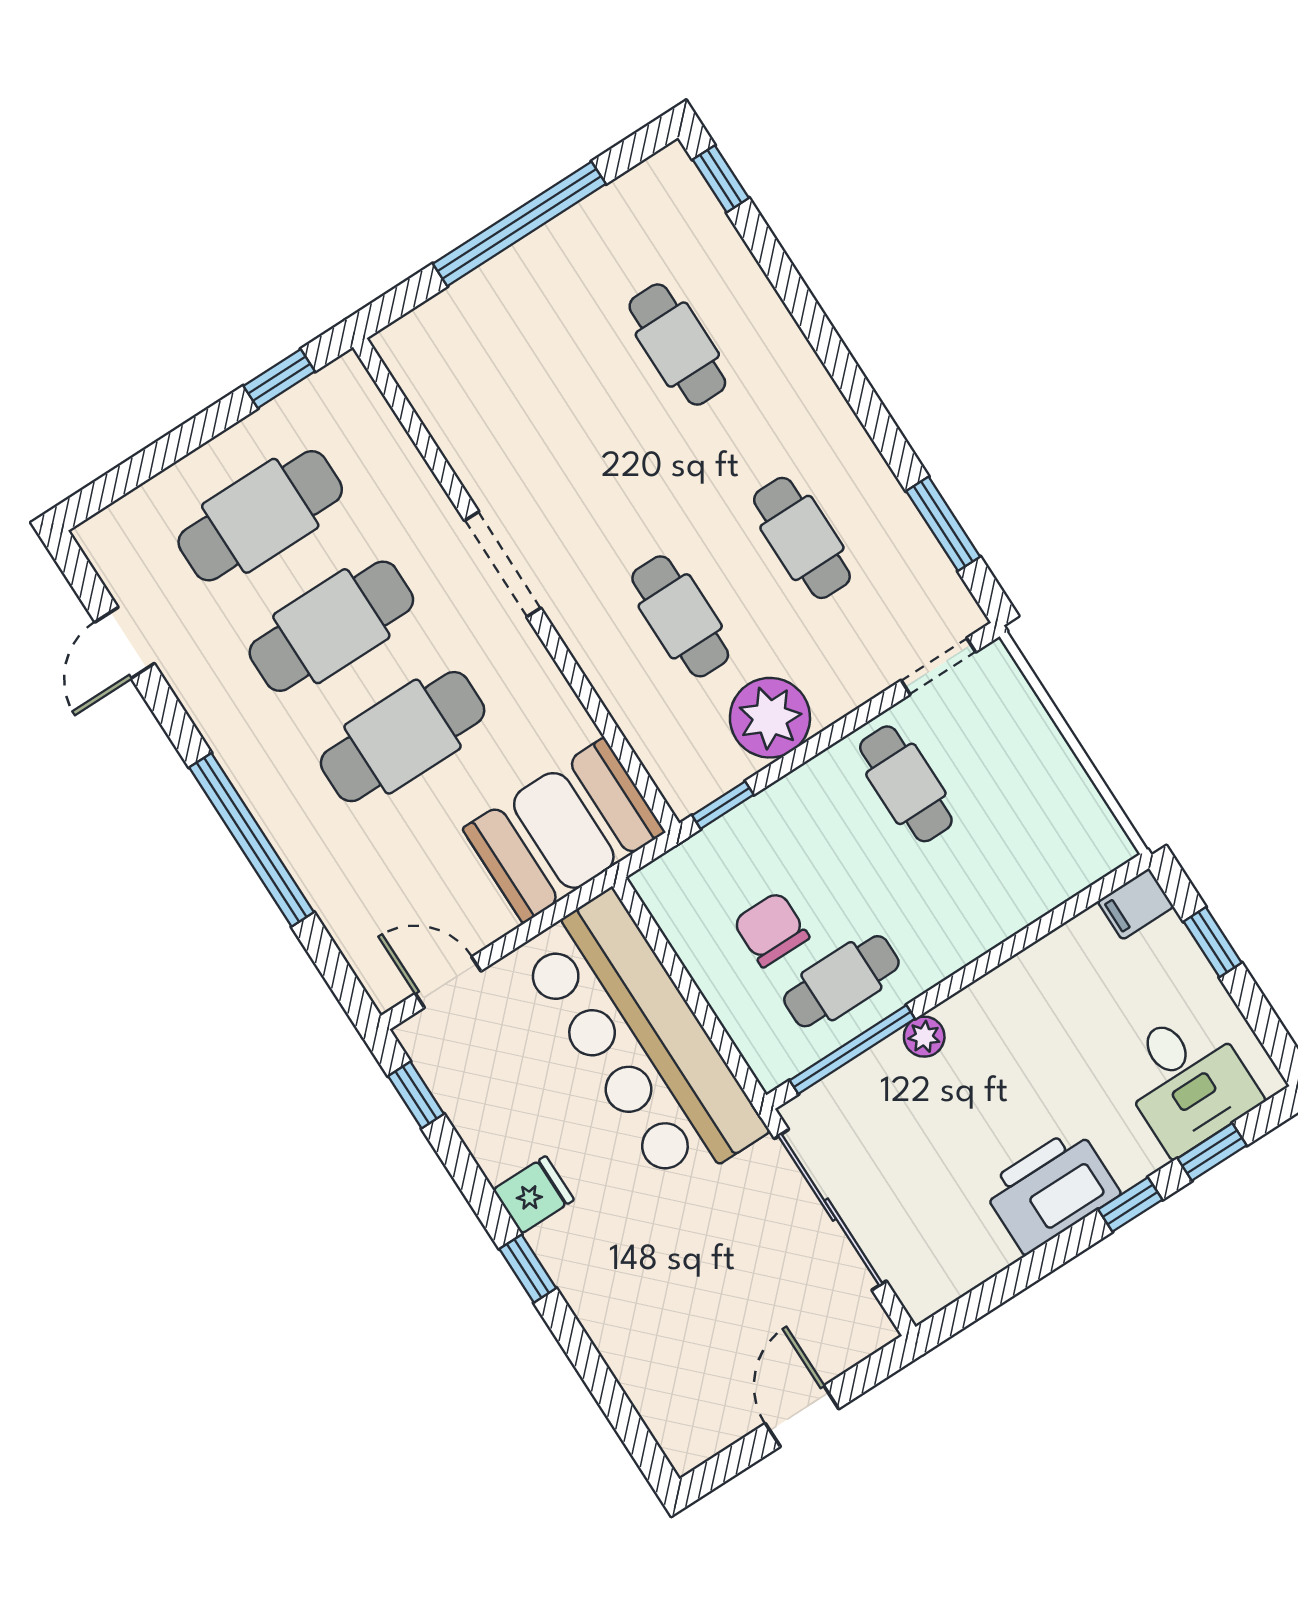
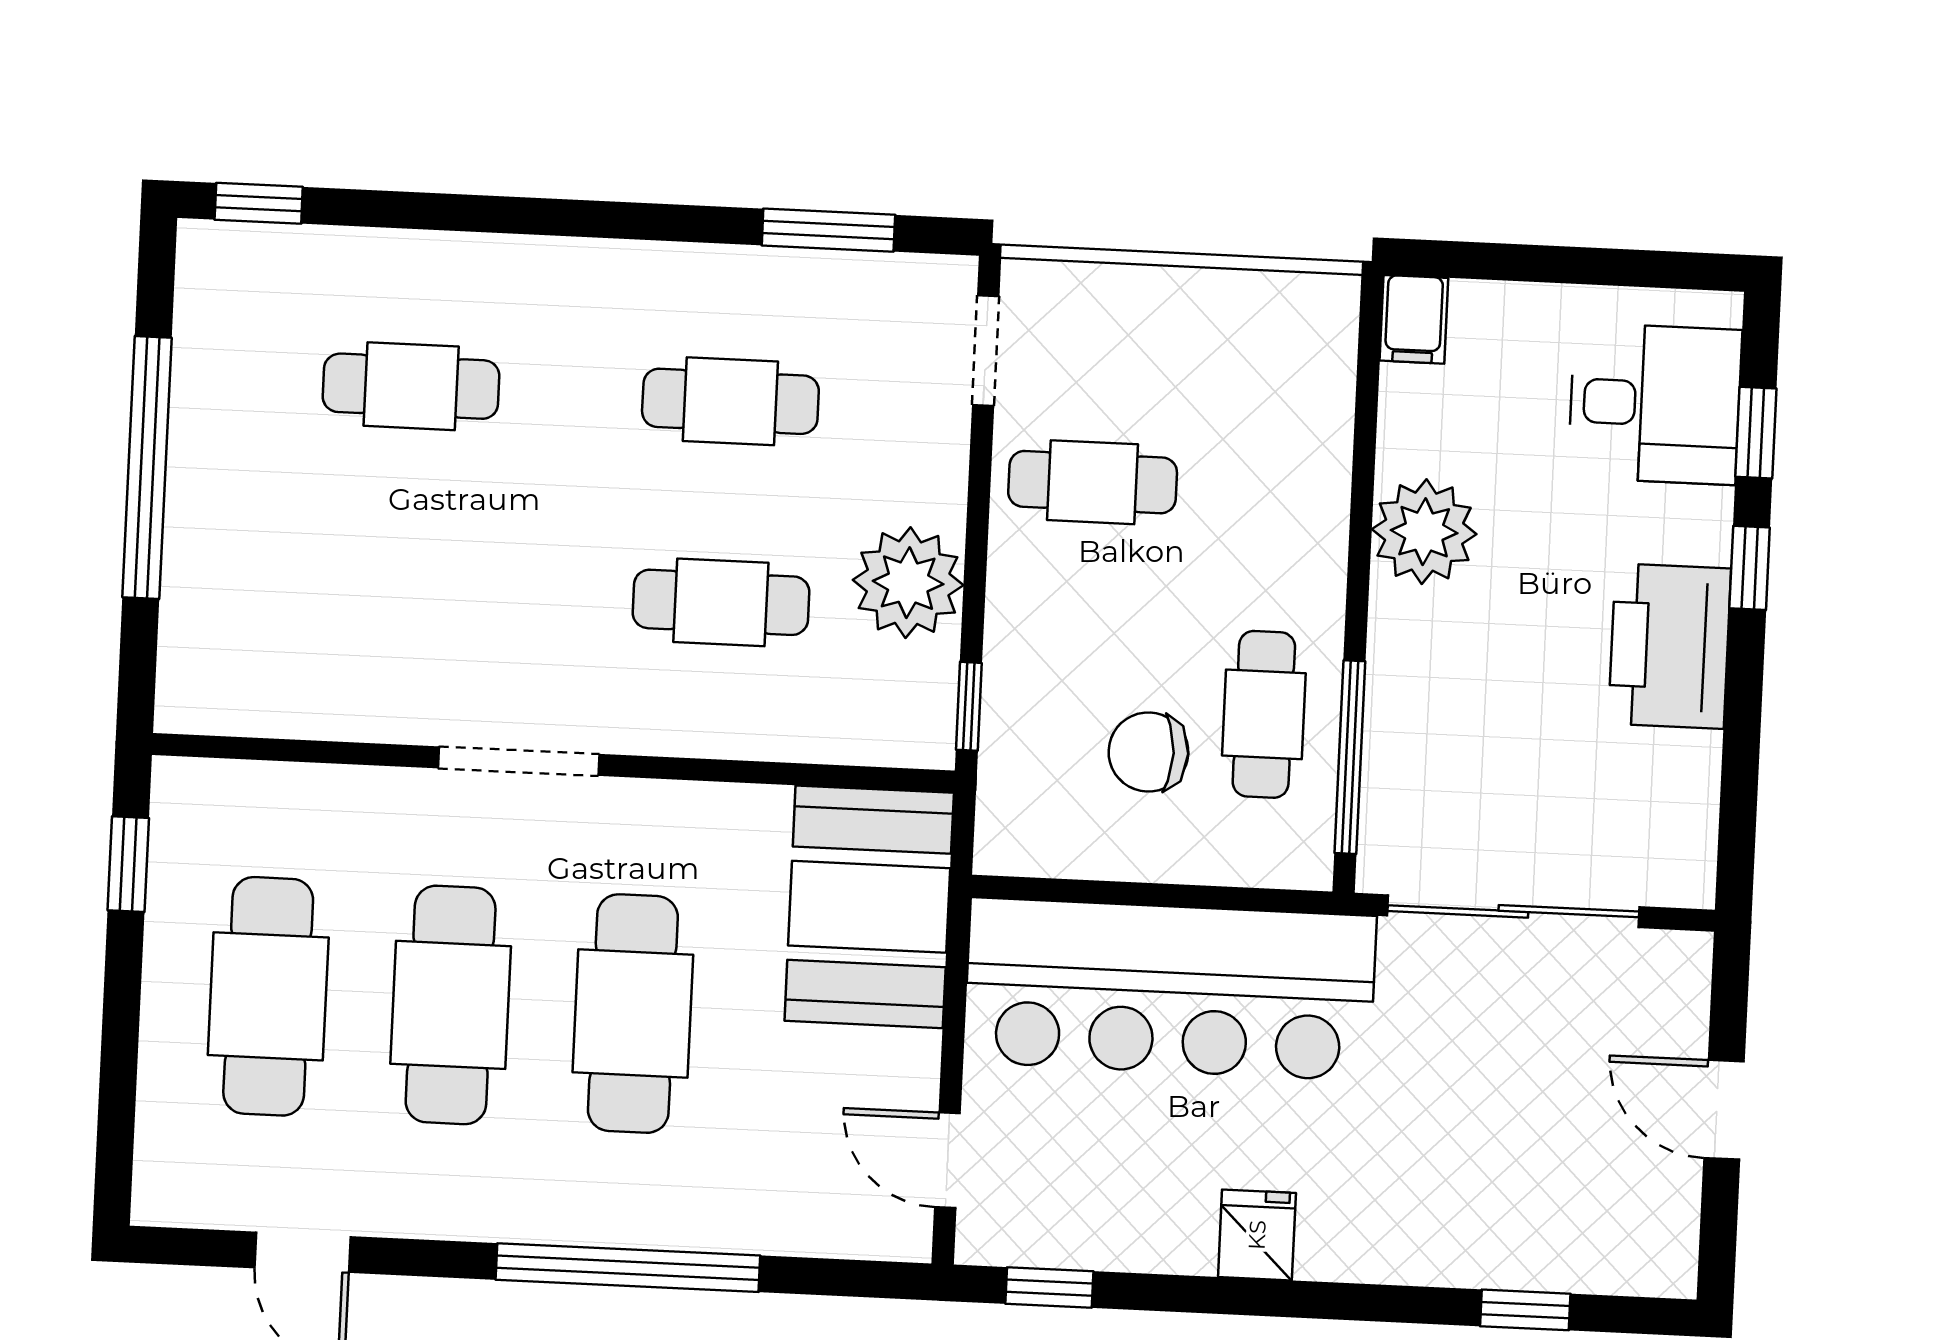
window: (1213, 942) -> (1519, 263), removed
door: (448, 982) -> (947, 1160), hinge flipped
plant: (924, 1037) -> (1424, 532), moved, width x1.87, depth x1.87
window: (528, 1269) -> (1525, 1310), moved

